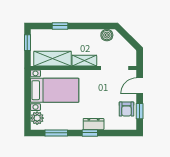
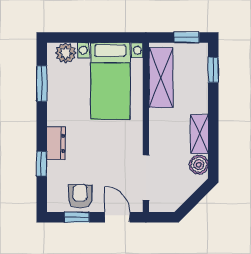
window: (60, 26) -> (213, 70), moved
shelving: (84, 61) -> (199, 134), moved
armchair: (126, 109) -> (80, 196), turned 90
window: (90, 133) -> (42, 164), moved

